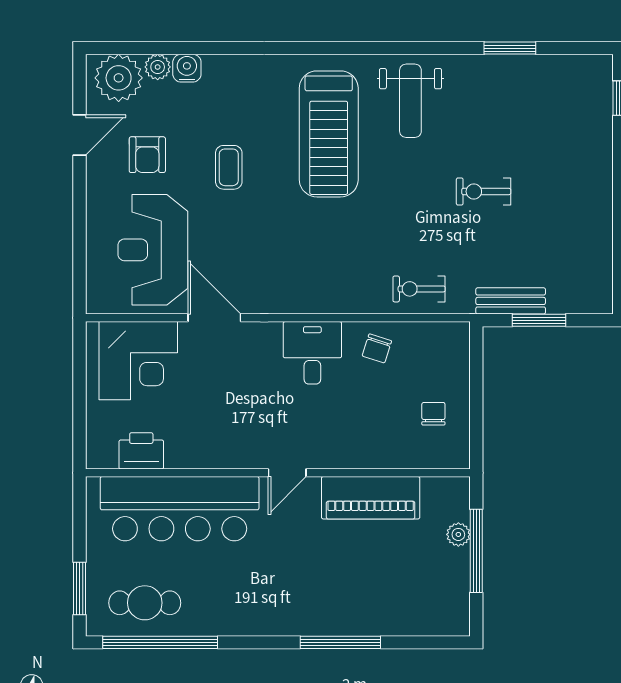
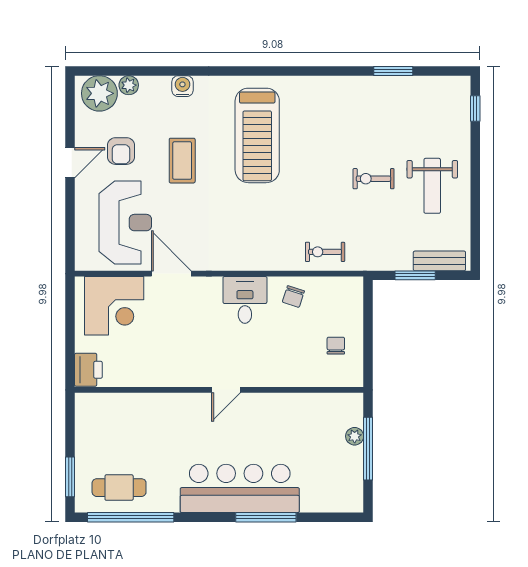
water cooler: (187, 68) -> (182, 86), moved
weight bench: (410, 101) -> (432, 186), moved
door: (80, 135) -> (70, 163), moved
coffee table: (229, 167) -> (182, 161), width x1.36, depth x1.30
reception desk: (153, 250) -> (125, 223), turned 180
bench: (511, 301) -> (439, 261), moved
printer: (141, 451) -> (88, 370), moved, turned 90
piano: (371, 498) -> (289, 409), removed
bar counter: (180, 509) -> (240, 488), moved, turned 180

